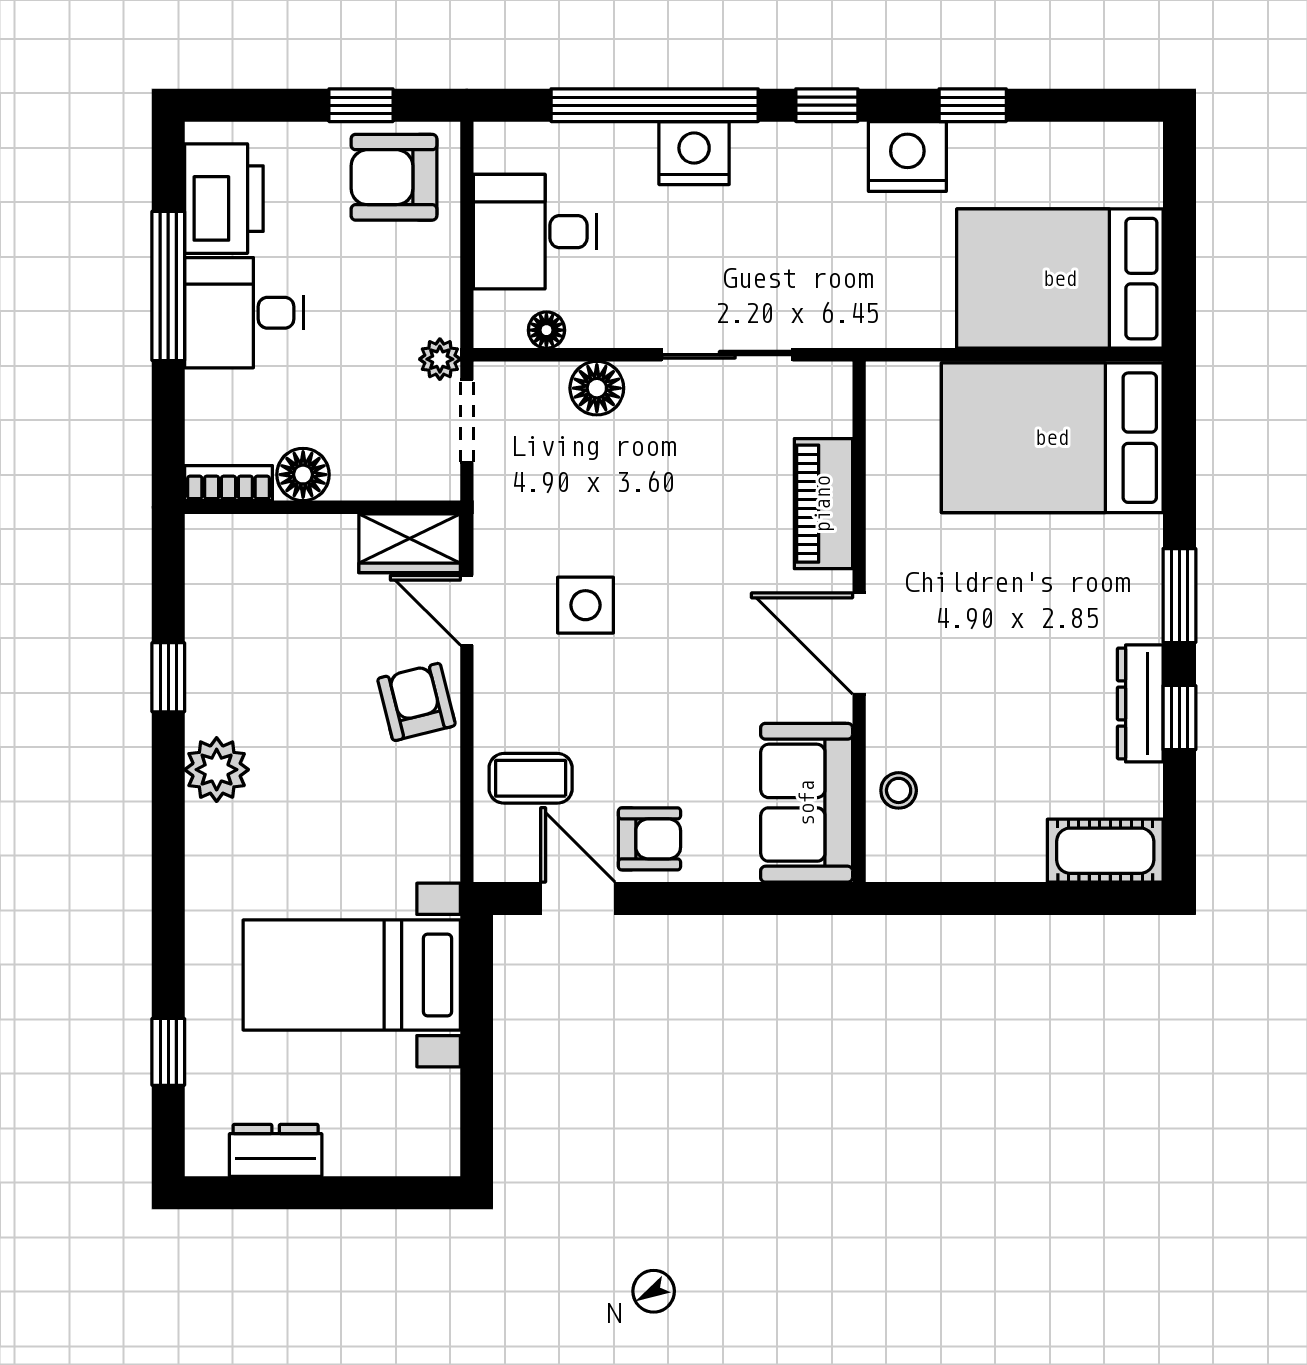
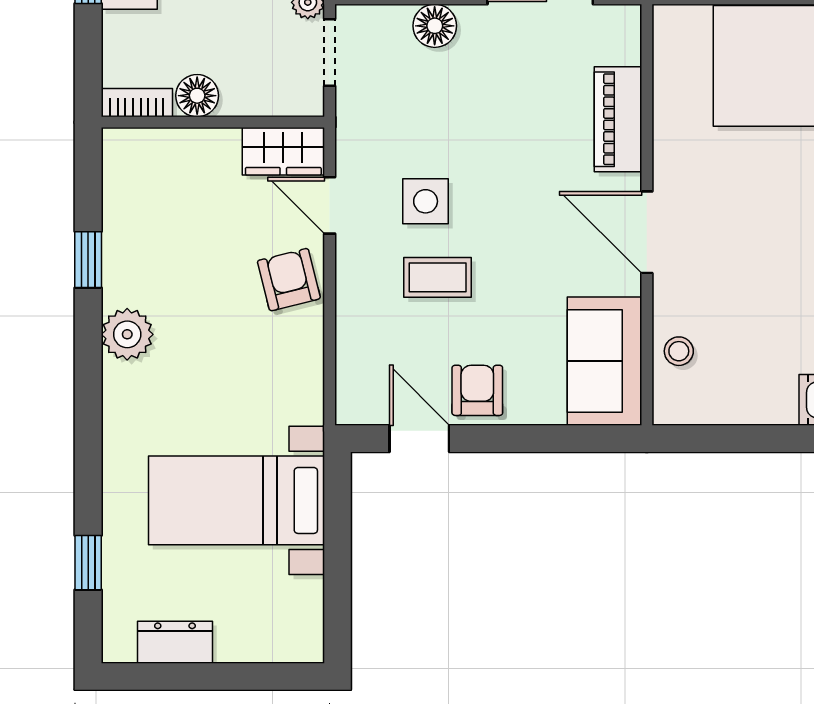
coffee table: (531, 778) -> (438, 277), moved
armchair: (649, 839) -> (477, 390), turned -90

